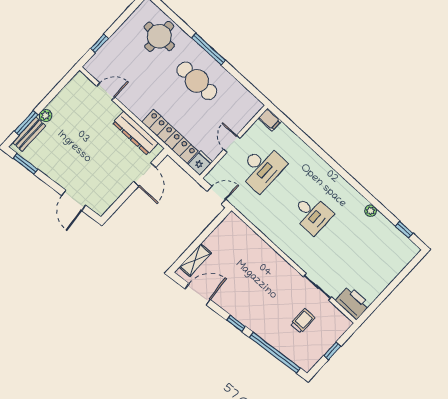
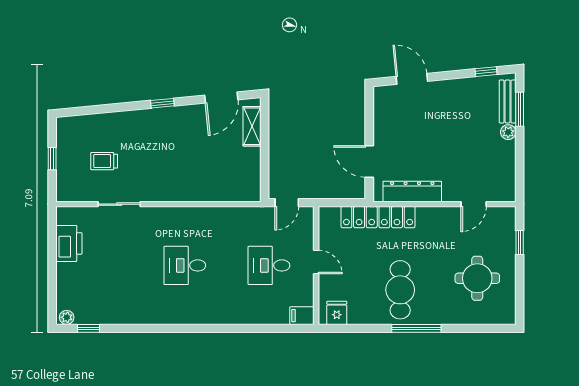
round table: (159, 36) -> (477, 278), moved
cafe table: (197, 81) -> (400, 290), turned 90
fridge: (200, 163) -> (337, 313), moved, turned 180
window: (25, 164) -> (486, 72), width x0.67
desk: (262, 168) -> (269, 265), width x0.73
plant: (371, 211) -> (67, 317), moved
printer: (353, 303) -> (69, 243), moved, turned -90
trolley: (303, 321) -> (104, 161), turned 90
window: (275, 353) -> (103, 109), removed

